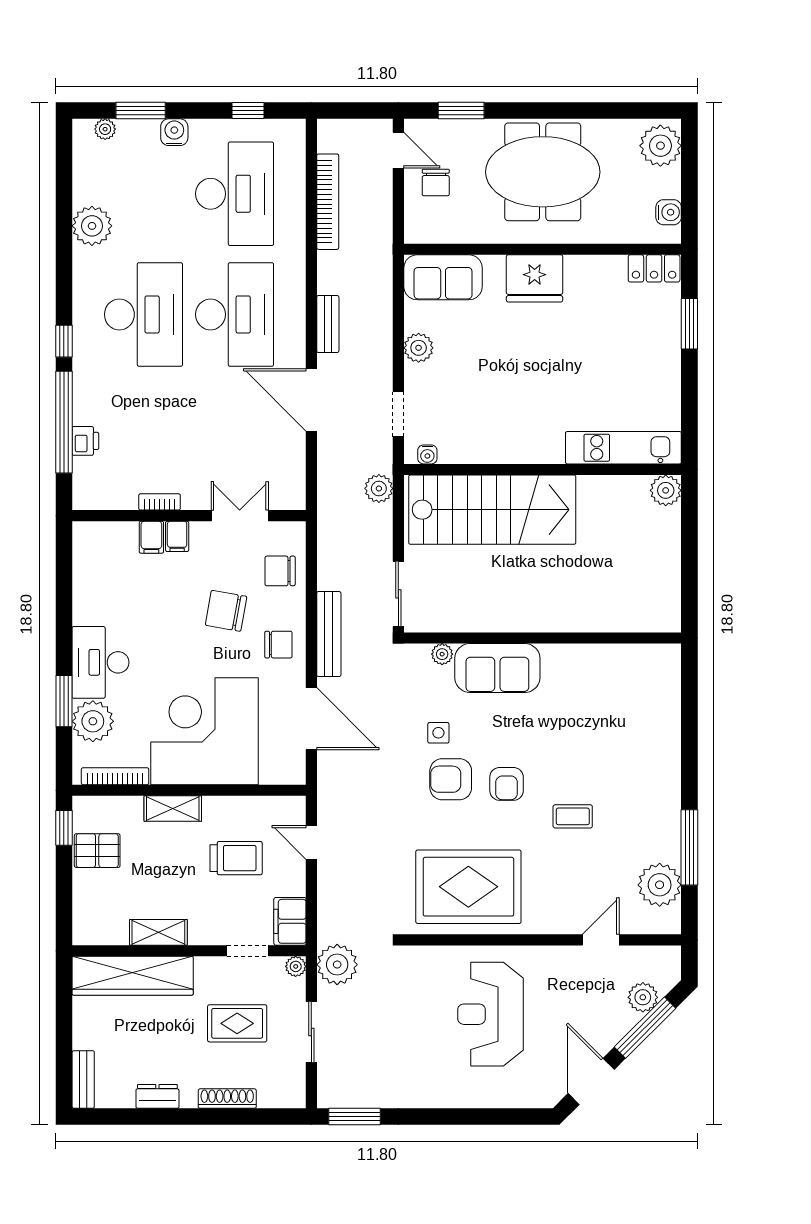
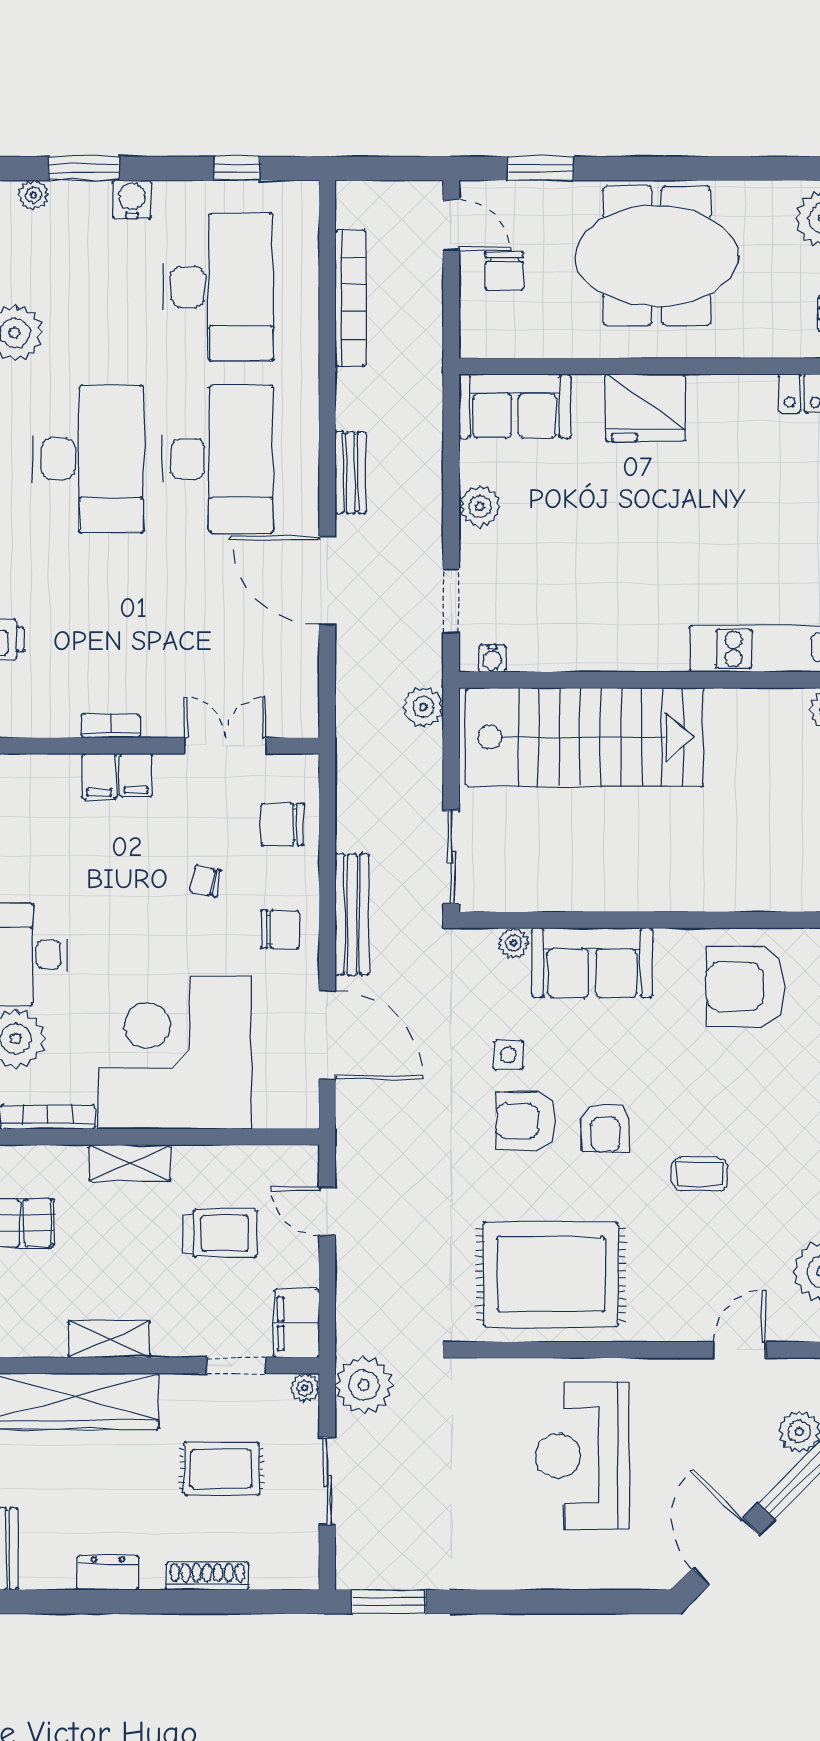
chair: (226, 611) -> (206, 881), width x0.54, depth x0.54
armchair: (605, 685) -> (746, 987), added

